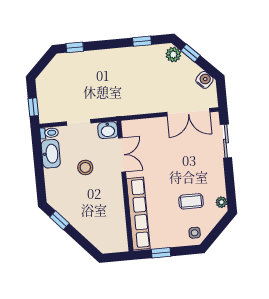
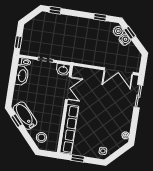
water cooler: (204, 80) -> (125, 40), moved
stool: (85, 167) -> (41, 137), moved
coffee table: (191, 201) -> (106, 130), removed
bathtub: (70, 210) -> (25, 116), added

